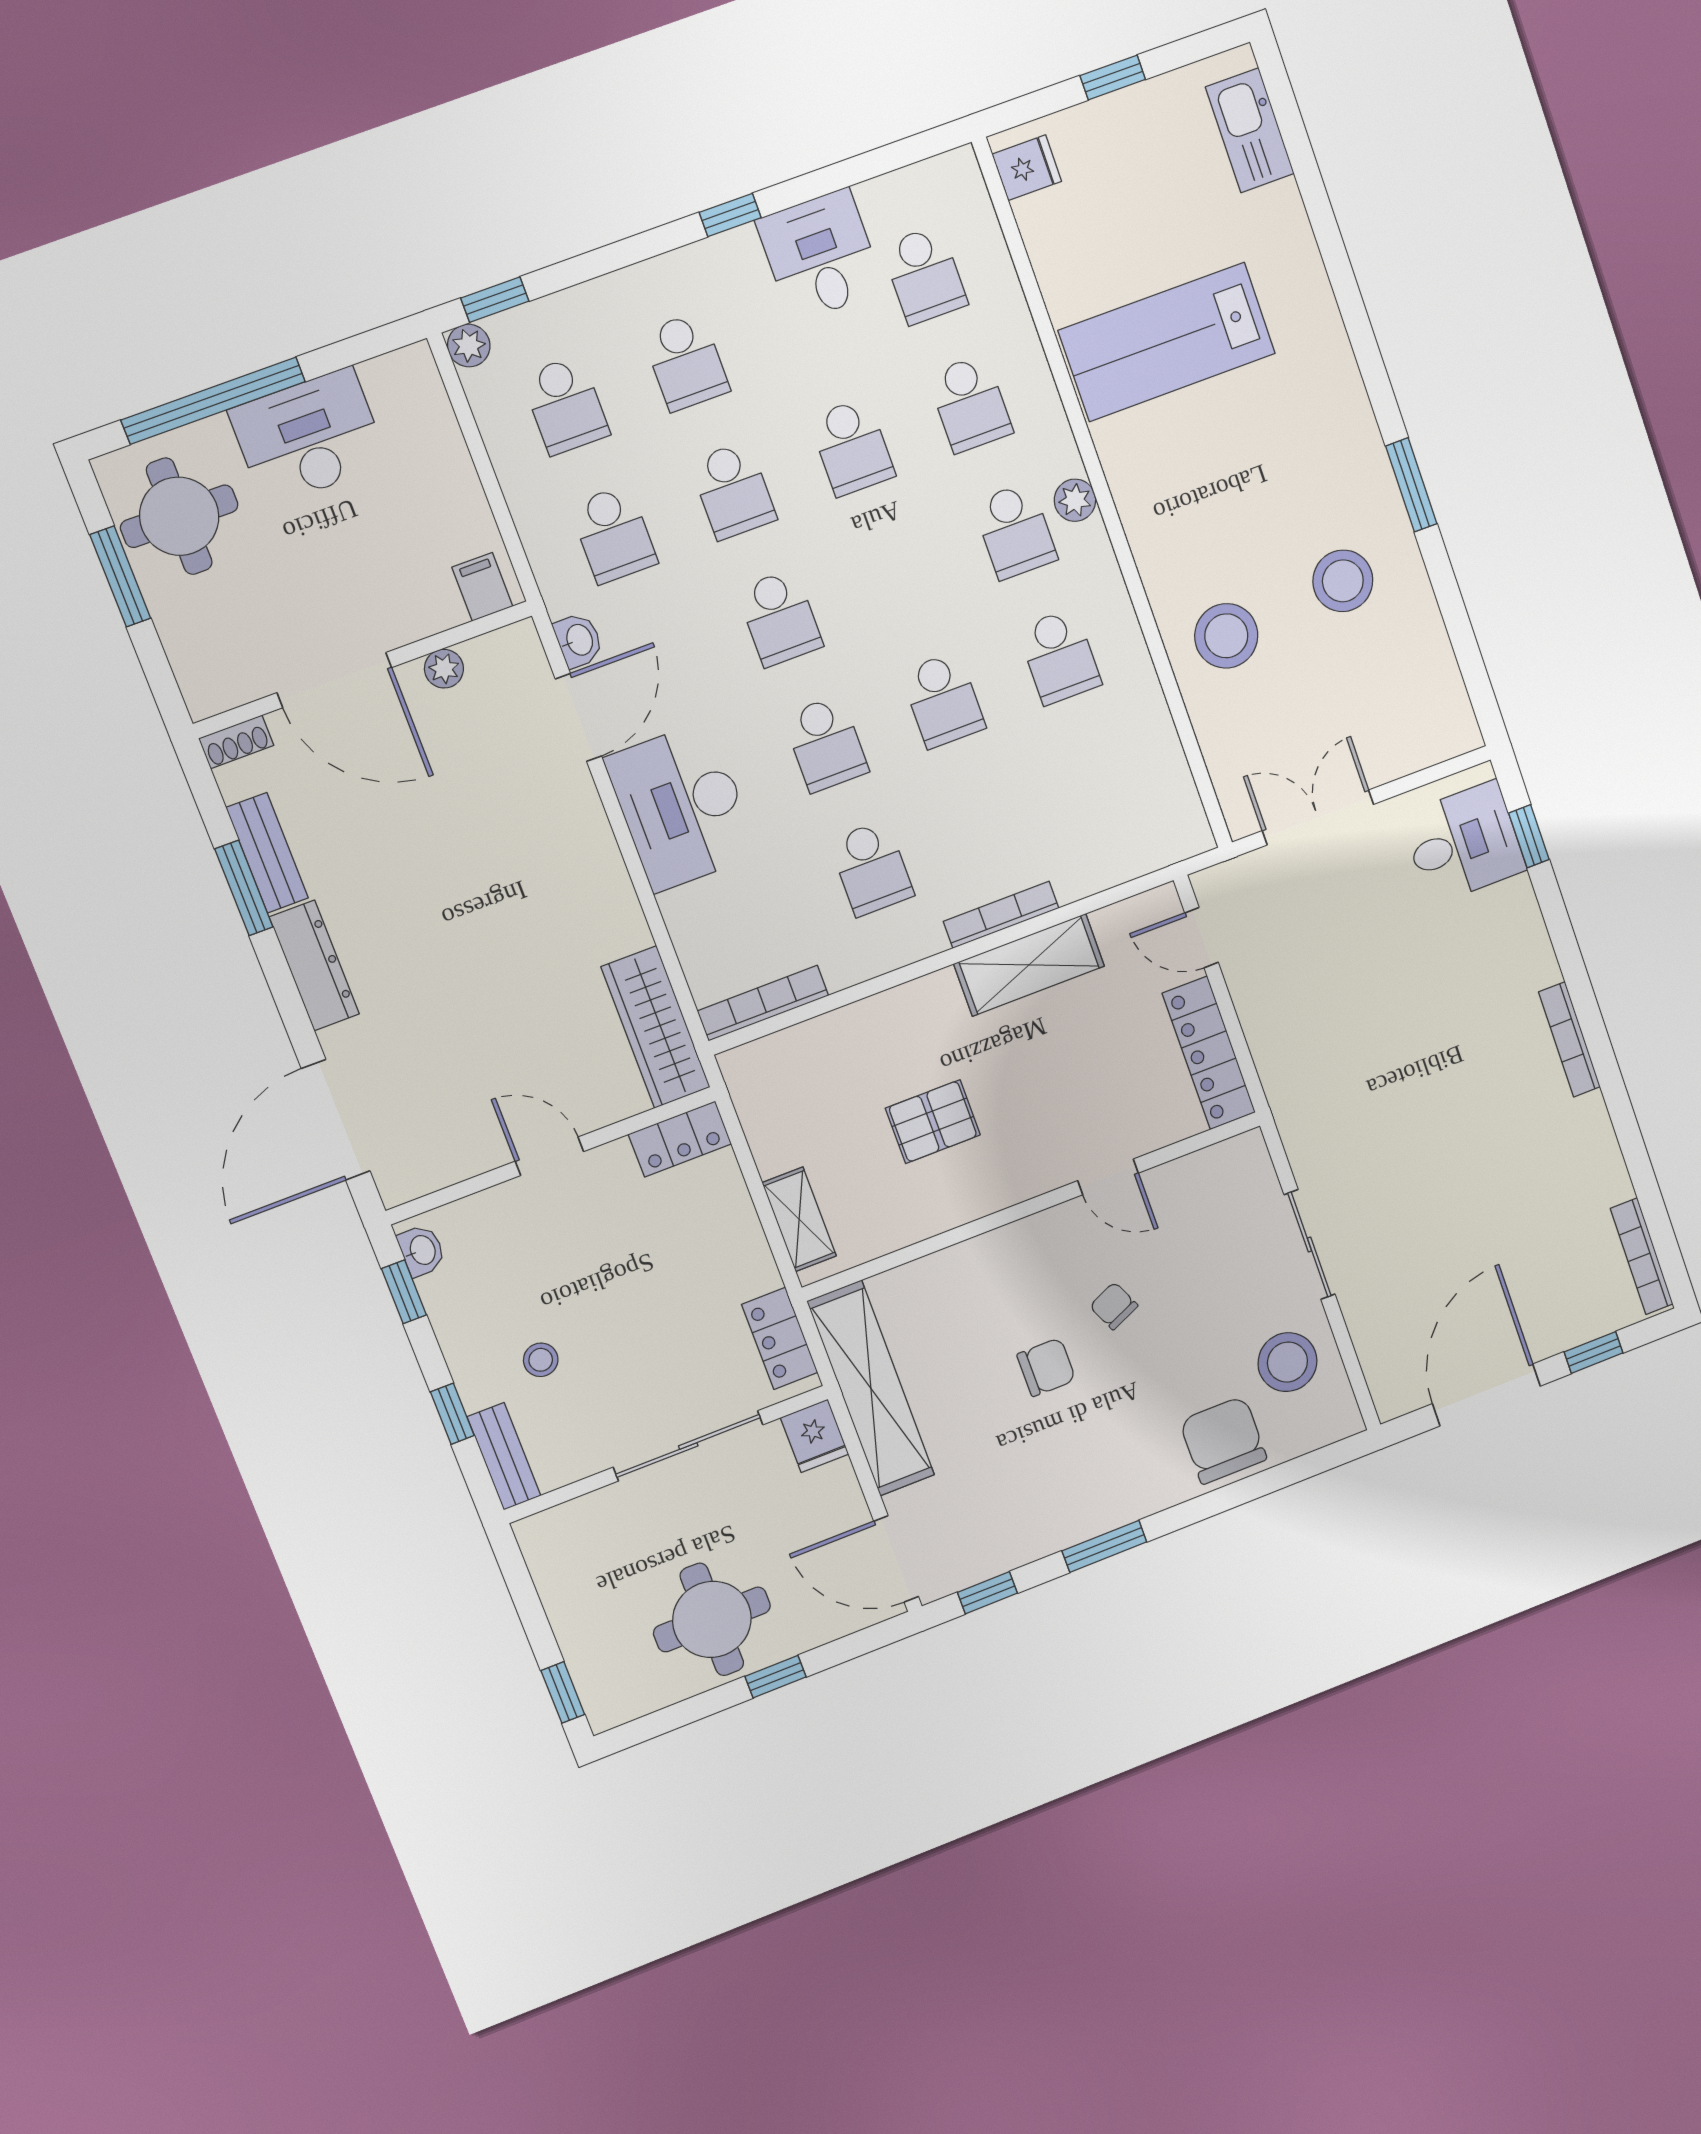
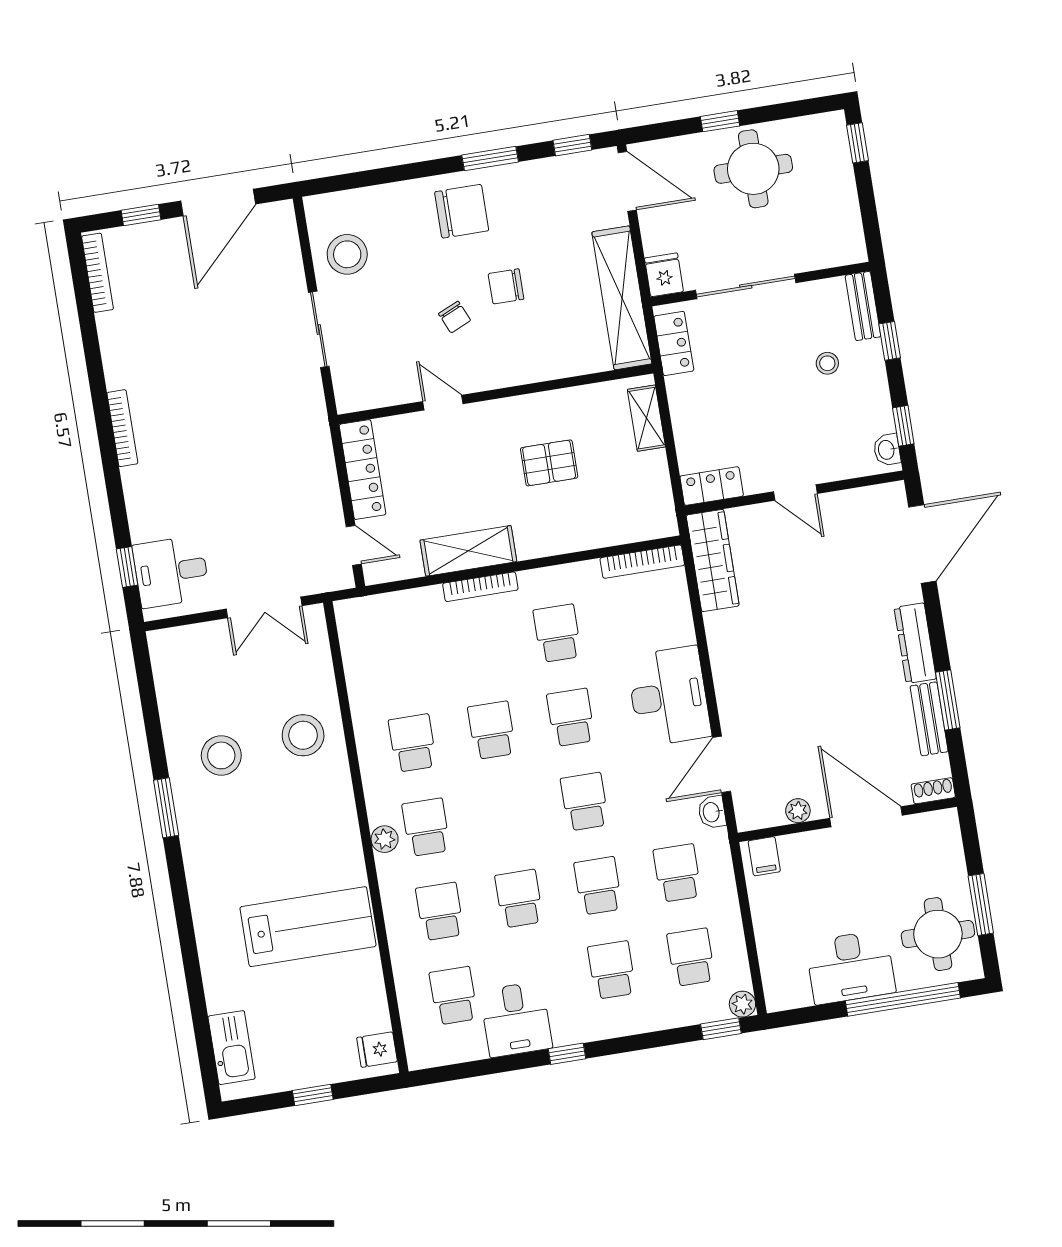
chair: (1223, 1440) -> (462, 211), moved, turned -90

